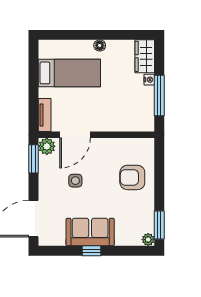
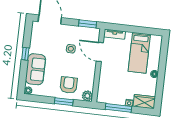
plant: (47, 146) -> (87, 96), moved
window: (159, 225) -> (64, 102), moved
sofa: (90, 232) -> (36, 69), moved

